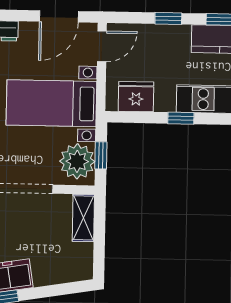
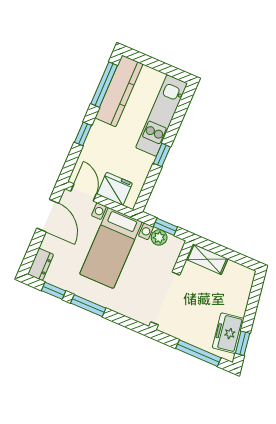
fridge: (136, 97) -> (115, 189), moved, turned 90
plant: (77, 161) -> (159, 237), width x0.53, depth x0.53

